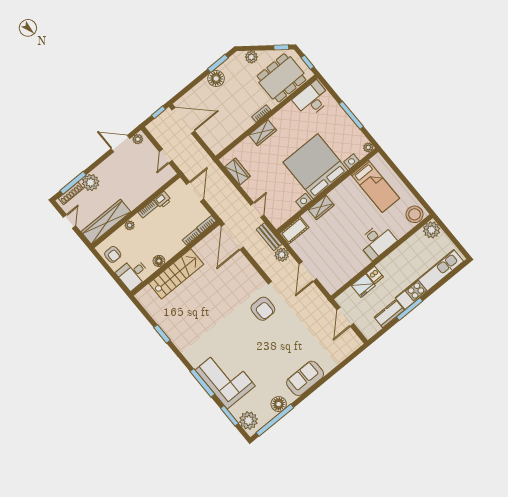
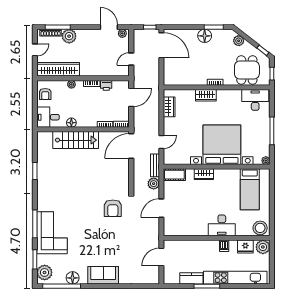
dining table: (281, 78) -> (247, 70), width x0.73
dishwasher: (375, 275) -> (224, 246), moved
fridge: (363, 286) -> (245, 247), moved

